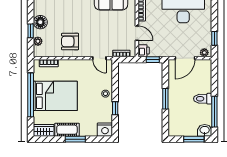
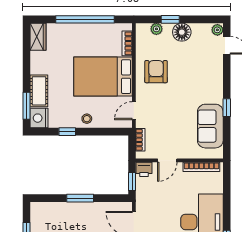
bed: (55, 96) -> (103, 77), moved, turned 90
cot: (67, 130) -> (39, 91), moved
window: (75, 139) -> (26, 106), moved

